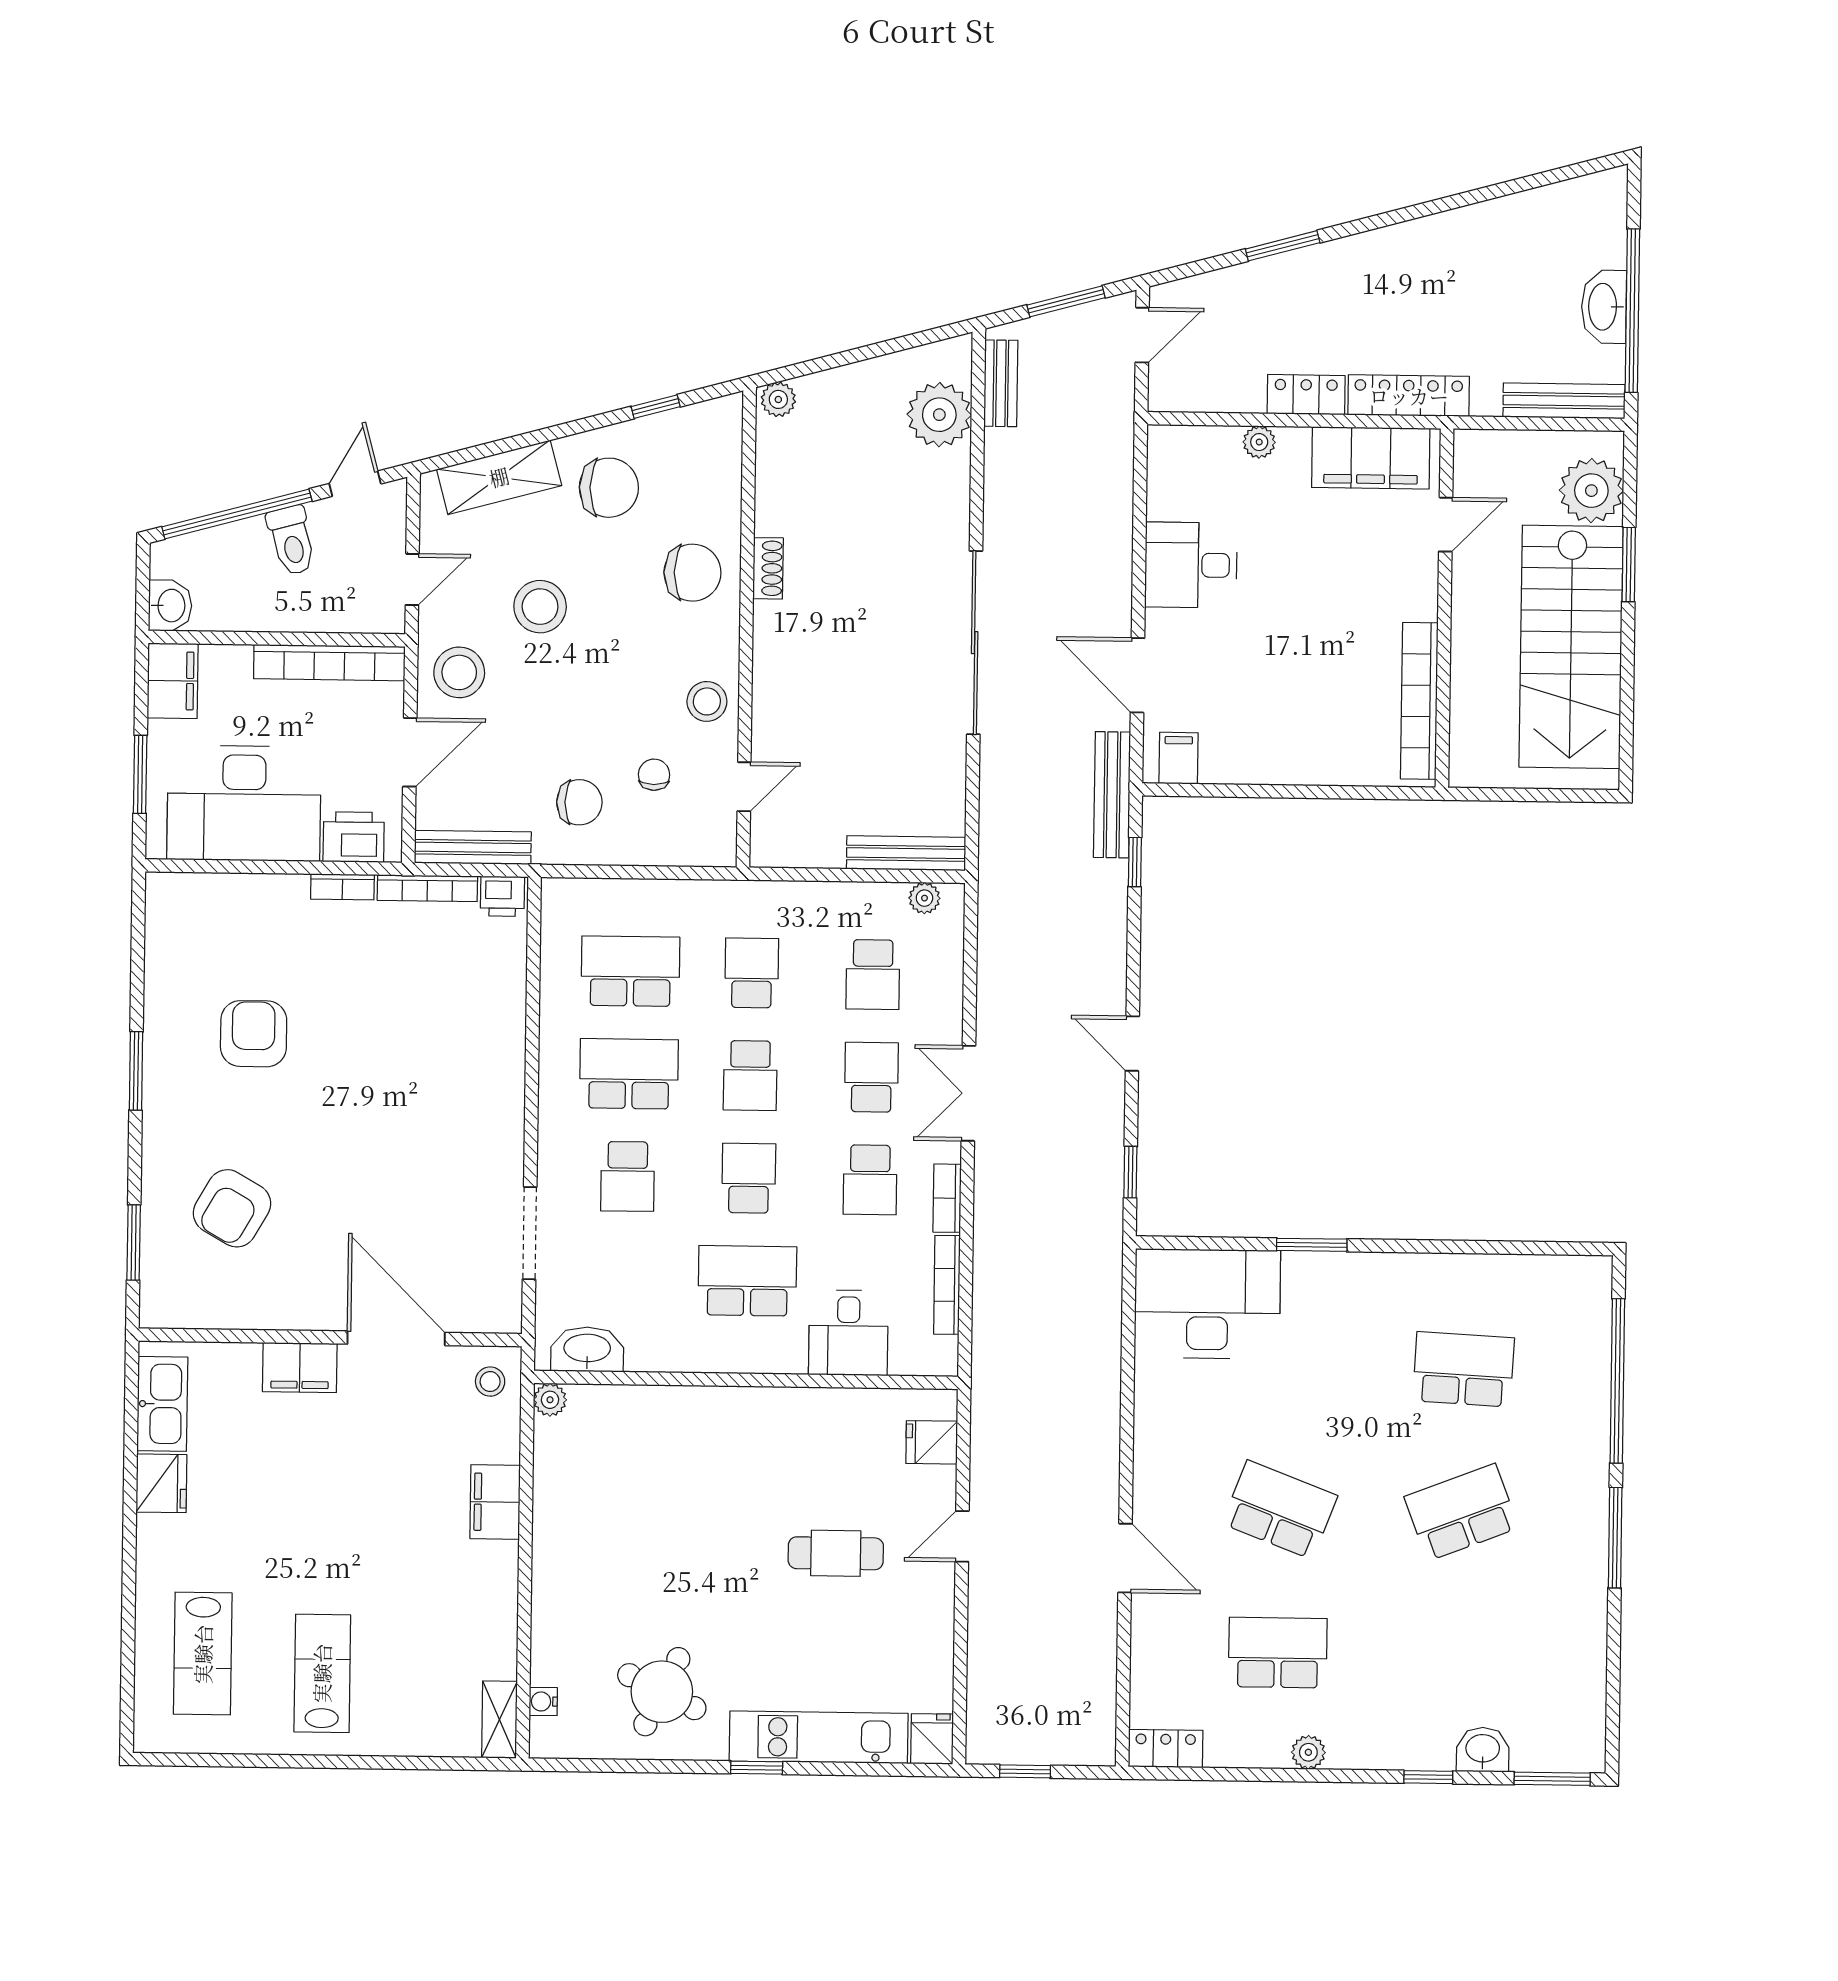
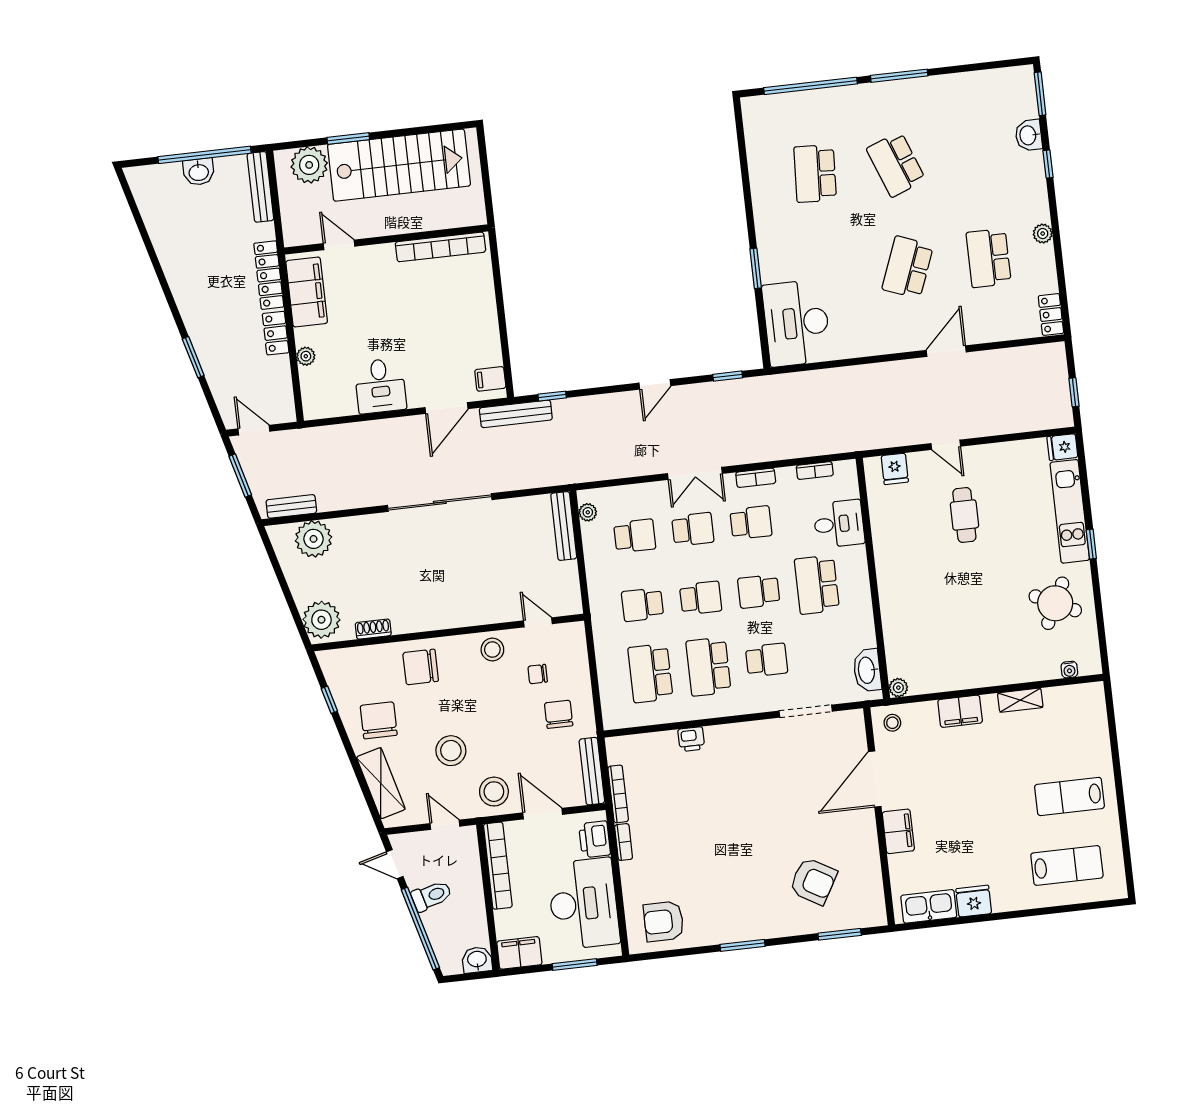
washbasin: (1604, 307) -> (199, 172), width x0.72
plant: (778, 399) -> (321, 620), width x1.88, depth x1.88
shoe rack: (768, 568) -> (373, 629), moved
chair: (692, 573) -> (421, 667), turned -90
printer: (502, 896) -> (691, 739), moved, turned 90
armchair: (254, 1034) -> (664, 921), moved
school desk: (871, 1077) -> (693, 529), turned 180
bookcase: (947, 1285) -> (815, 471), width x0.64
shelving: (499, 1720) -> (1020, 700), moved

